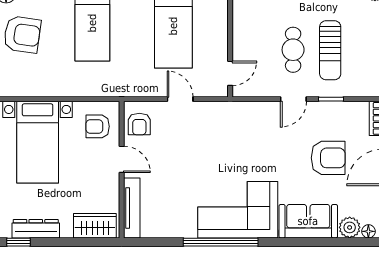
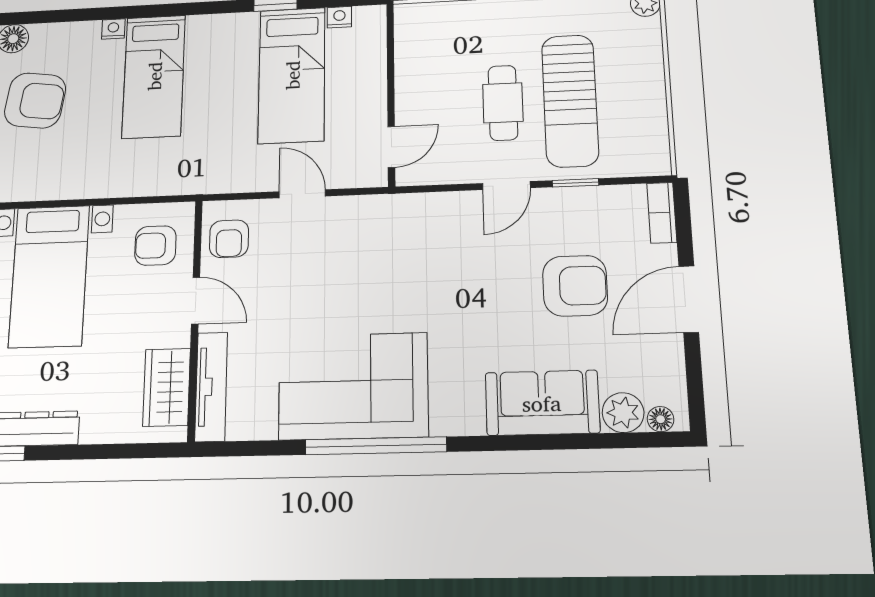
sun lounger: (330, 50) -> (570, 101), width x1.36, depth x1.34
corner sofa: (238, 210) -> (353, 386), moved
wardrobe: (95, 226) -> (167, 387), moved, turned -90

